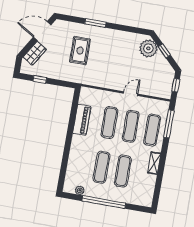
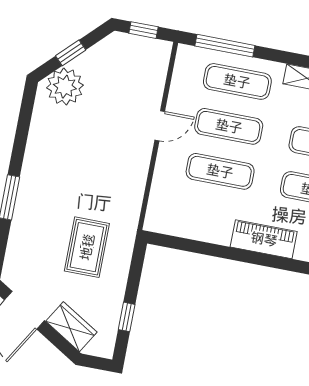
rug: (80, 51) -> (87, 247), moved, turned 90
door: (131, 94) -> (160, 126), swing flipped
piano: (82, 120) -> (264, 239), moved

